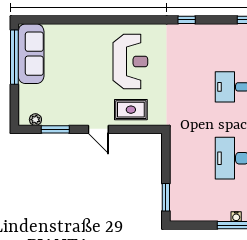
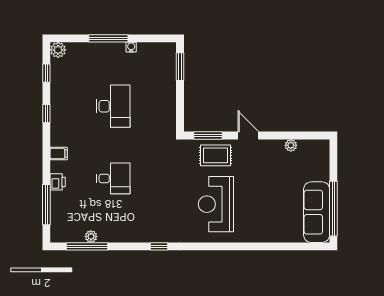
plant: (35, 120) -> (291, 145), moved
window: (55, 129) -> (208, 136), moved
water cooler: (236, 216) -> (131, 47), moved

